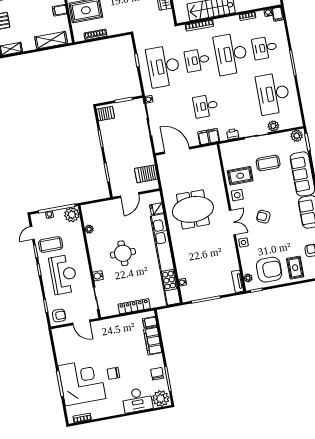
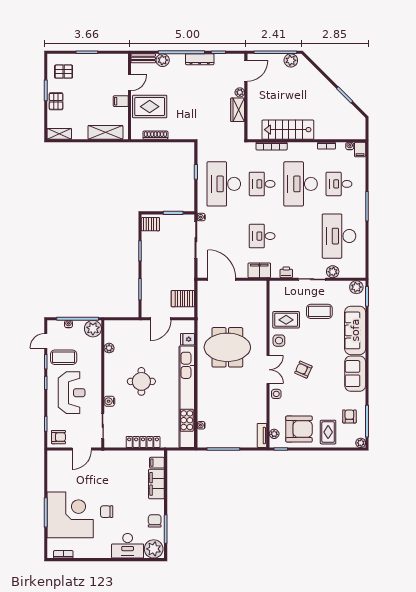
door: (81, 322) -> (82, 449), hinge flipped

